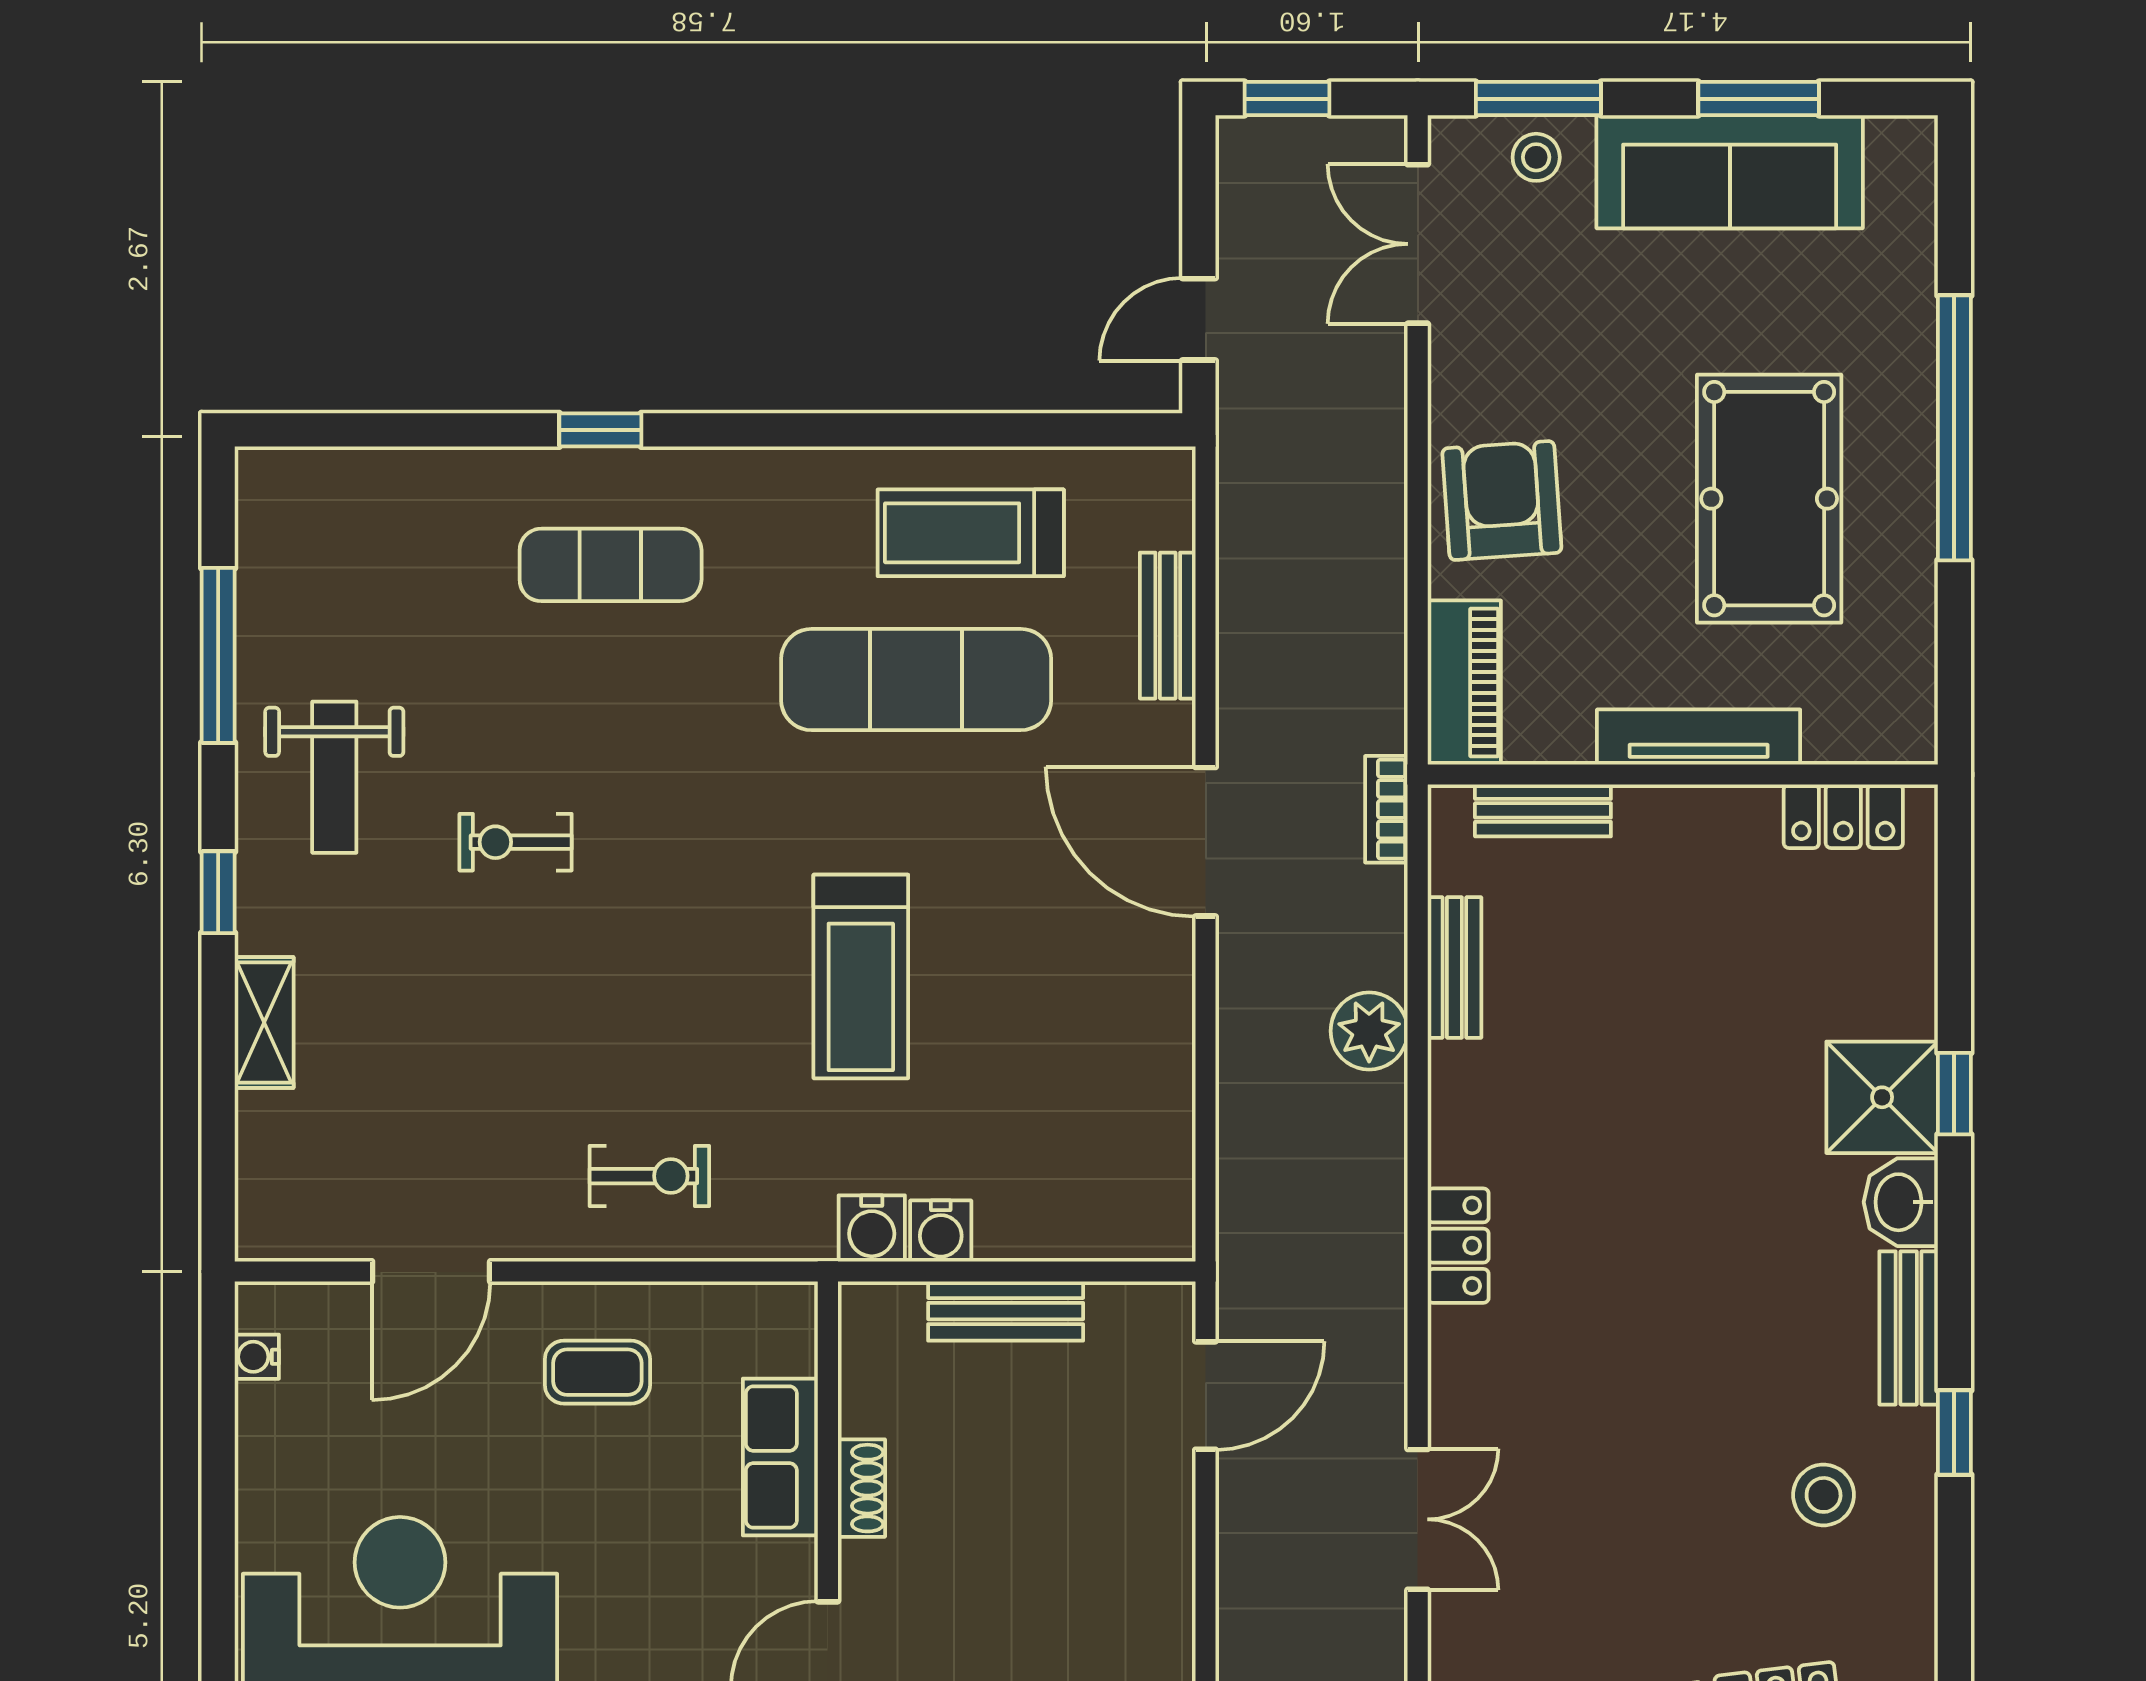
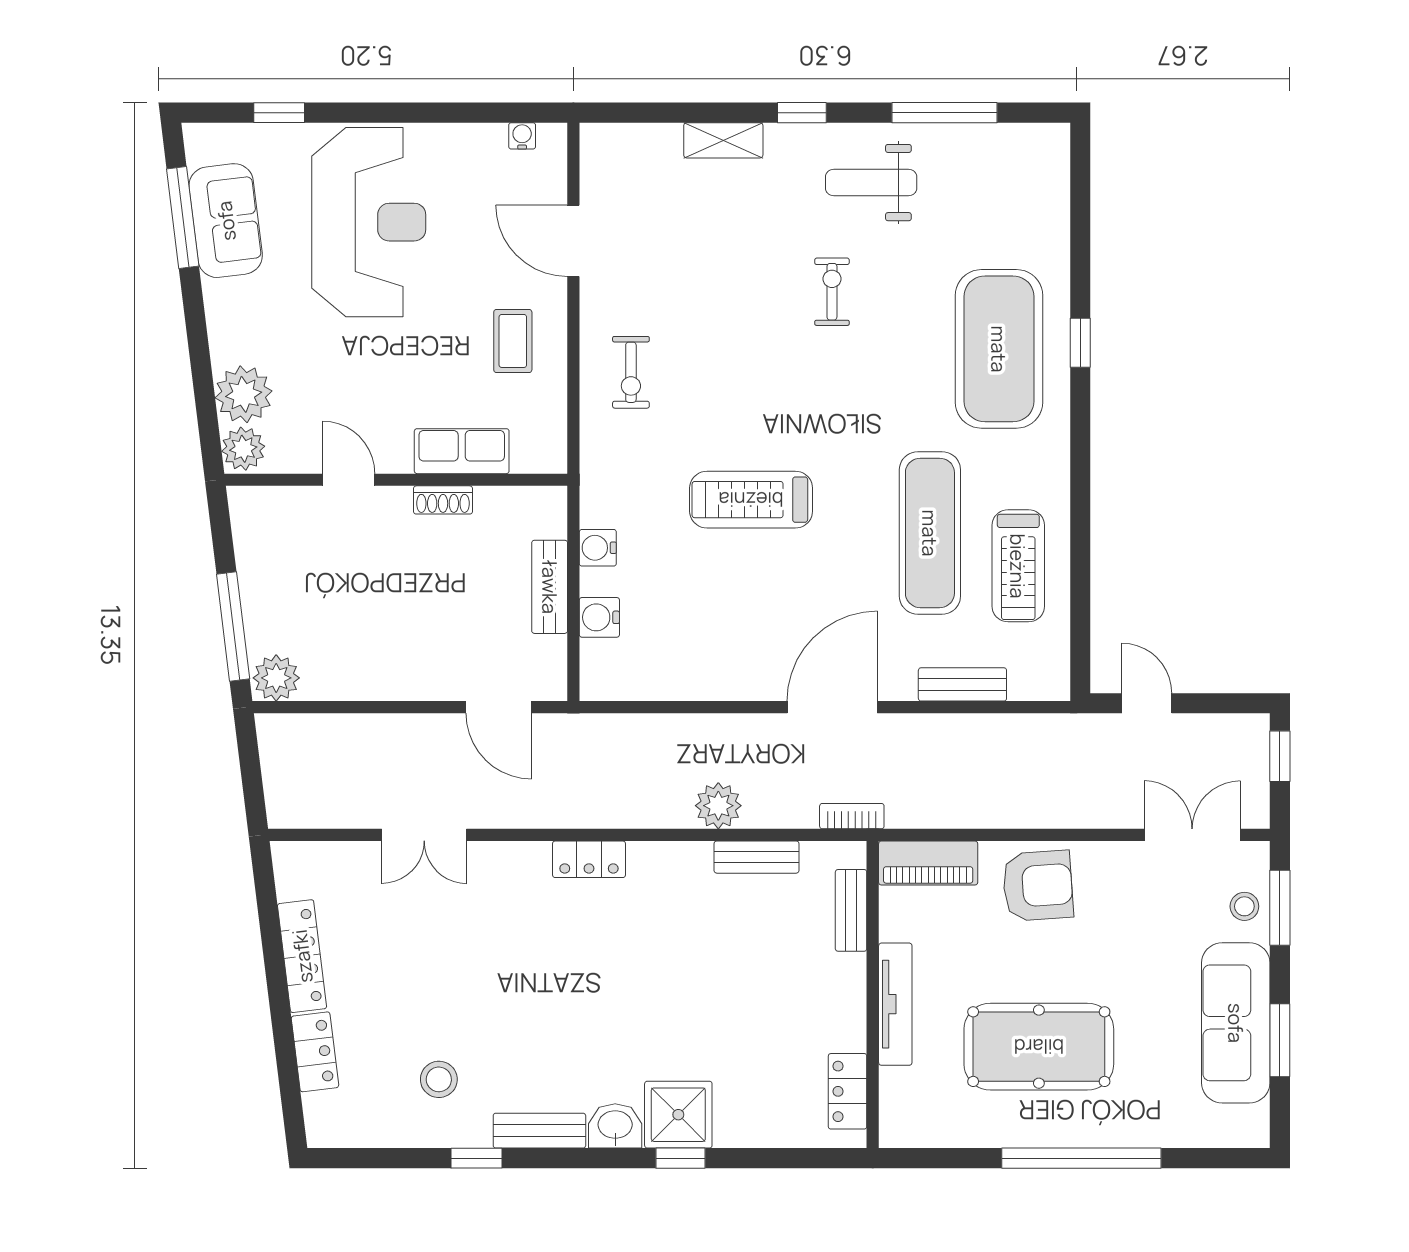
treadmill: (971, 533) -> (1018, 566), turned 180
exercise mat: (611, 565) -> (999, 349), width x2.00, depth x1.45
water cooler: (872, 1228) -> (599, 617), moved

